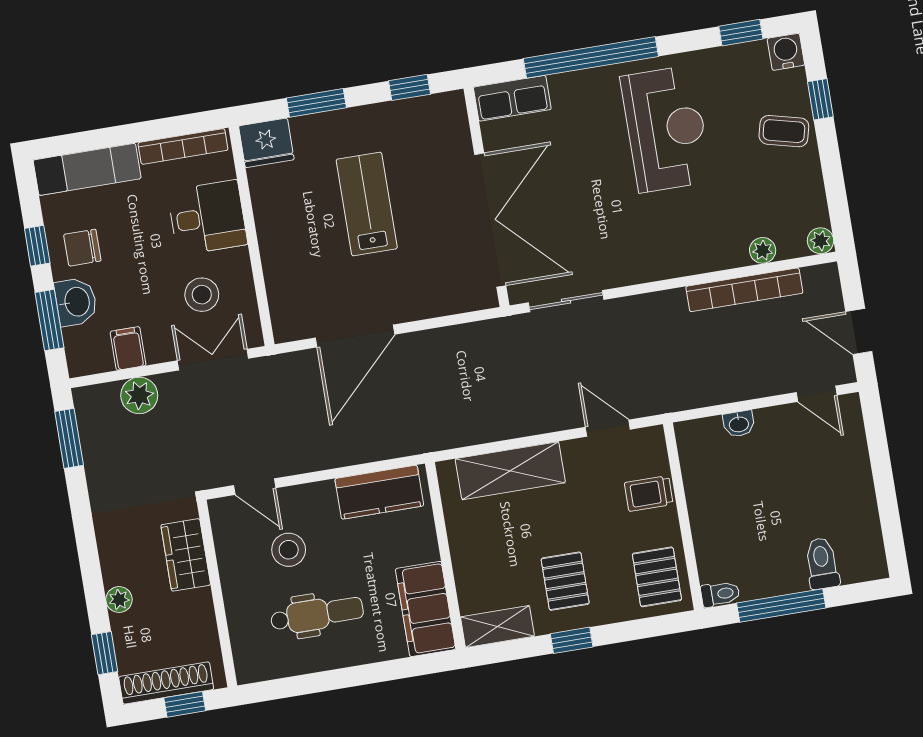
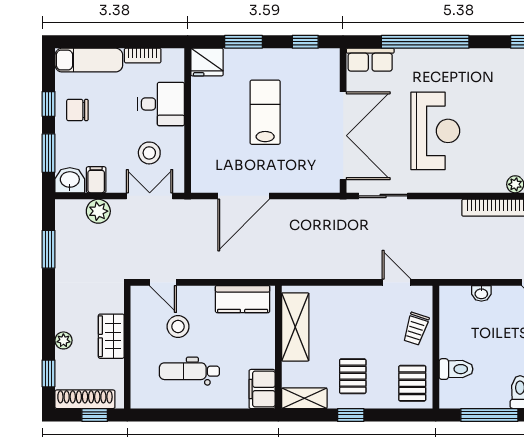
reception desk: (666, 129) -> (435, 131), moved
bookcase: (183, 146) -> (143, 56), width x0.64
washbasin: (76, 302) -> (70, 180), moved, turned -90
window: (69, 438) -> (49, 249), moved
shelving: (510, 471) -> (295, 327), moved, turned 90
trolley: (649, 493) -> (416, 329), turned -72
wardrobe: (186, 555) -> (111, 336), moved
toilet: (720, 594) -> (456, 369), moved, width x1.37, depth x1.39
filing cabinet: (426, 609) -> (262, 389), width x0.67, depth x0.86
dental chair: (317, 614) -> (189, 371), turned 180

